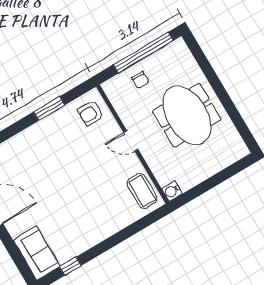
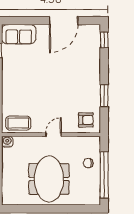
armchair: (91, 113) -> (86, 120), turned 90
meeting table: (187, 115) -> (49, 179), turned 90

